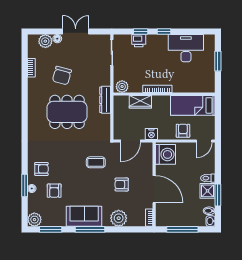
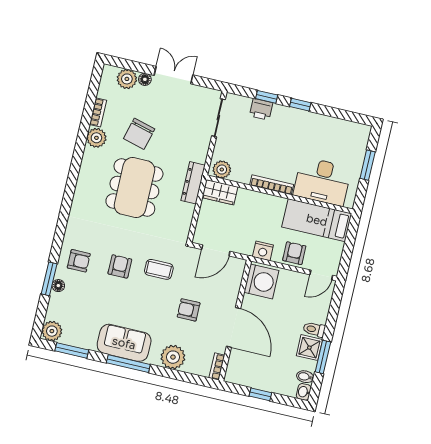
desk: (186, 48) -> (322, 181), moved, turned 180
plant: (34, 85) -> (96, 138), added
wardrobe: (140, 102) -> (220, 192), moved
dining table: (67, 112) -> (134, 188), turned 90
nightstand: (151, 134) -> (263, 251), moved
armchair: (54, 191) -> (120, 266), moved, turned 180
window: (182, 229) -> (260, 394), width x0.46

